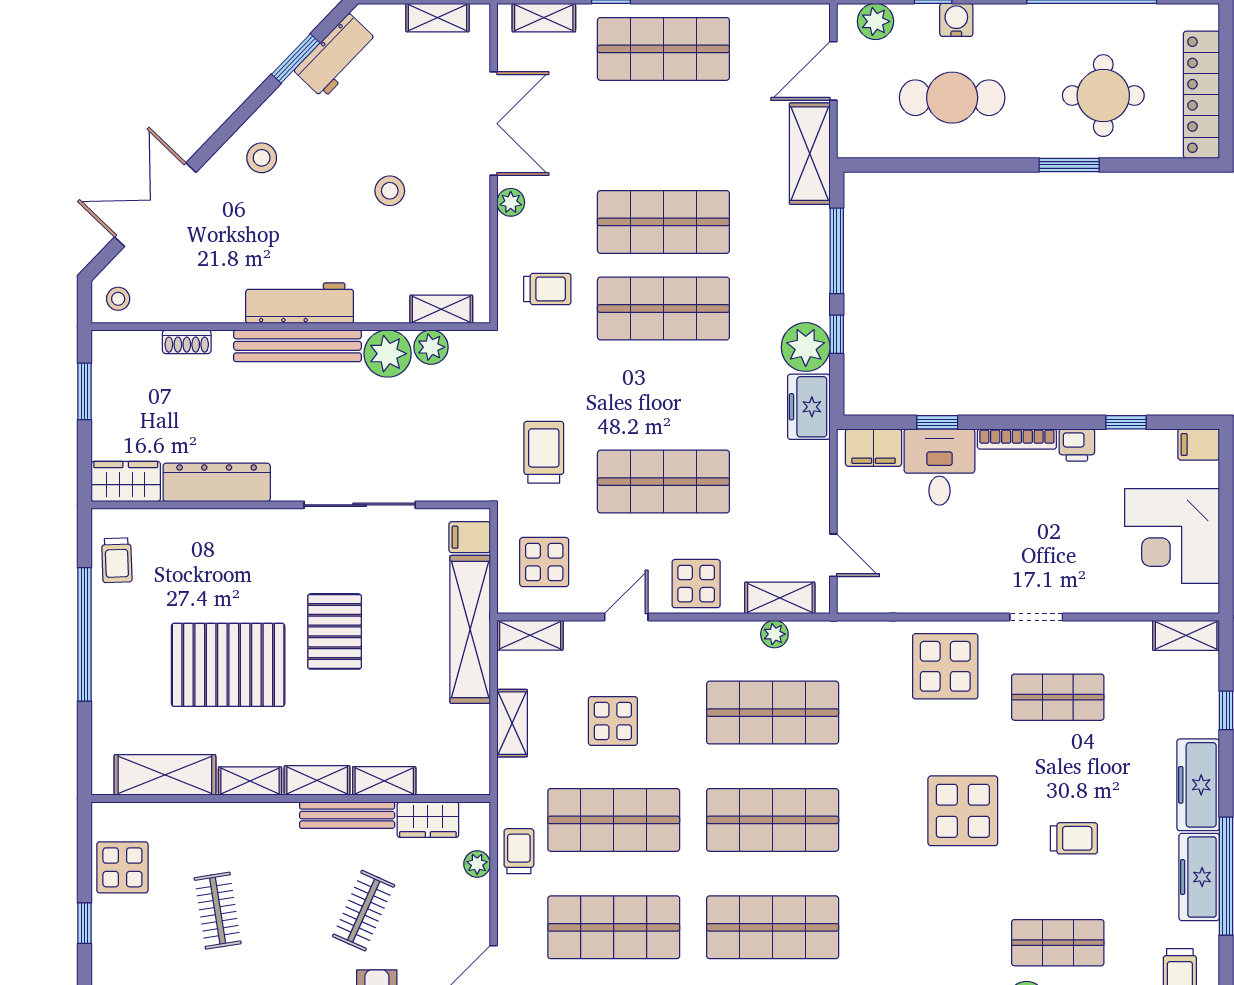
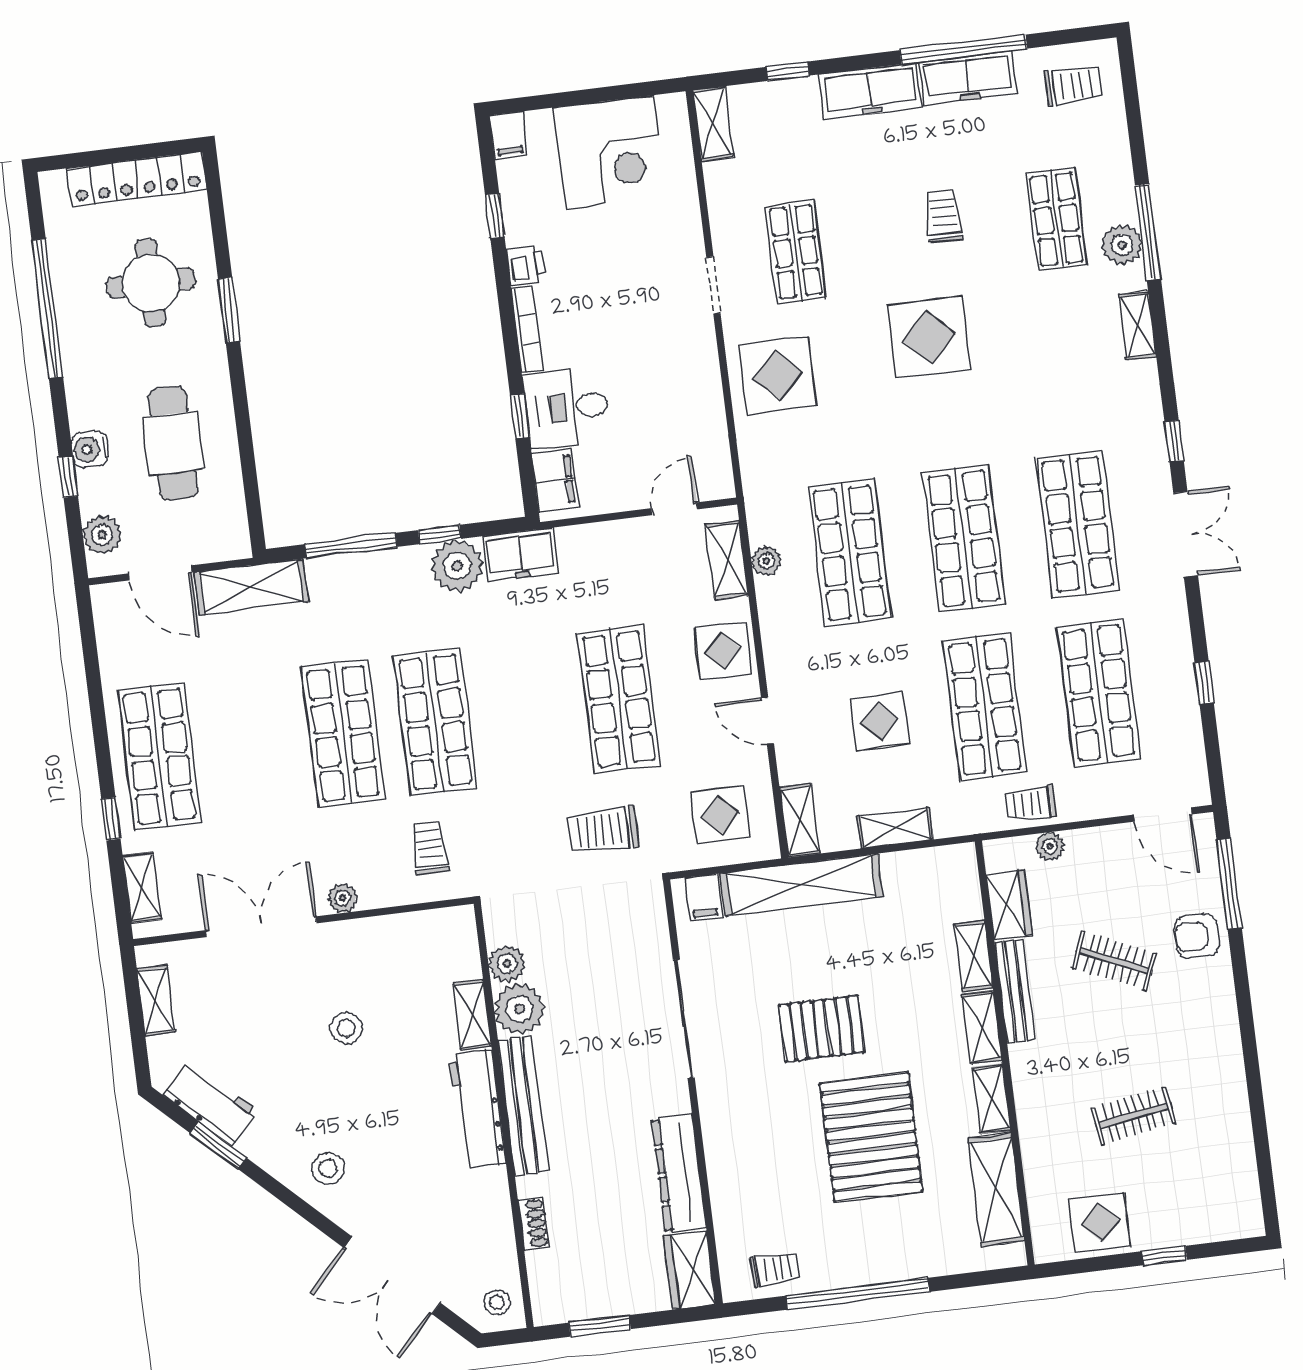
shelving: (441, 309) -> (472, 1015), moved

